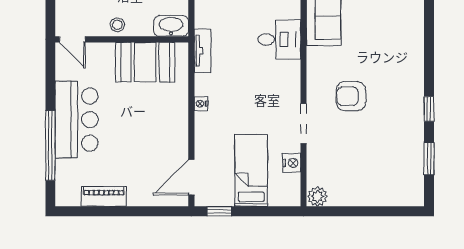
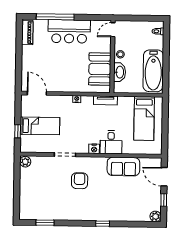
washbasin: (171, 26) -> (120, 72), moved
window: (429, 109) -> (103, 224), moved
nightstand: (292, 163) -> (94, 149), moved
piano: (104, 196) -> (27, 32), moved
window: (219, 211) -> (18, 131), moved

